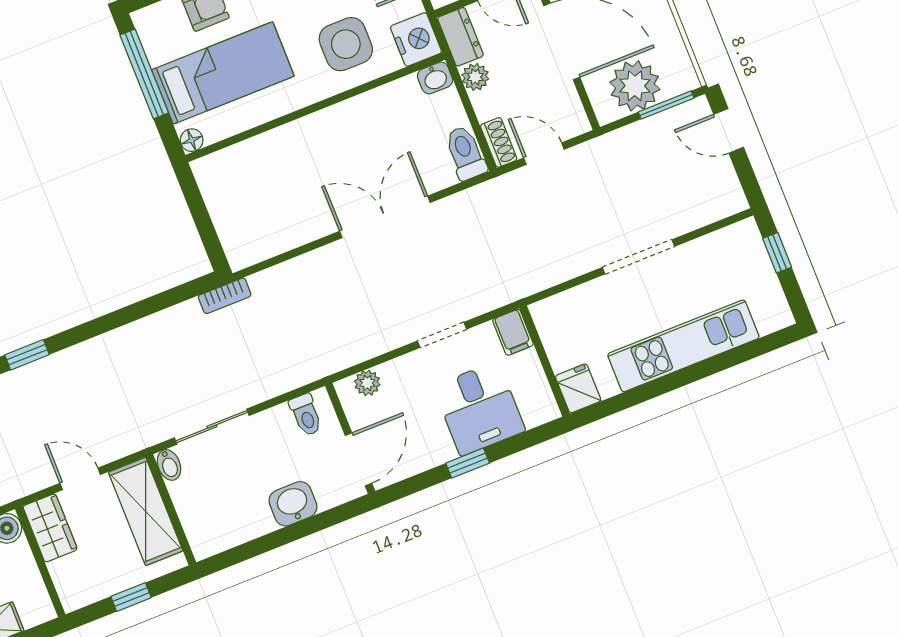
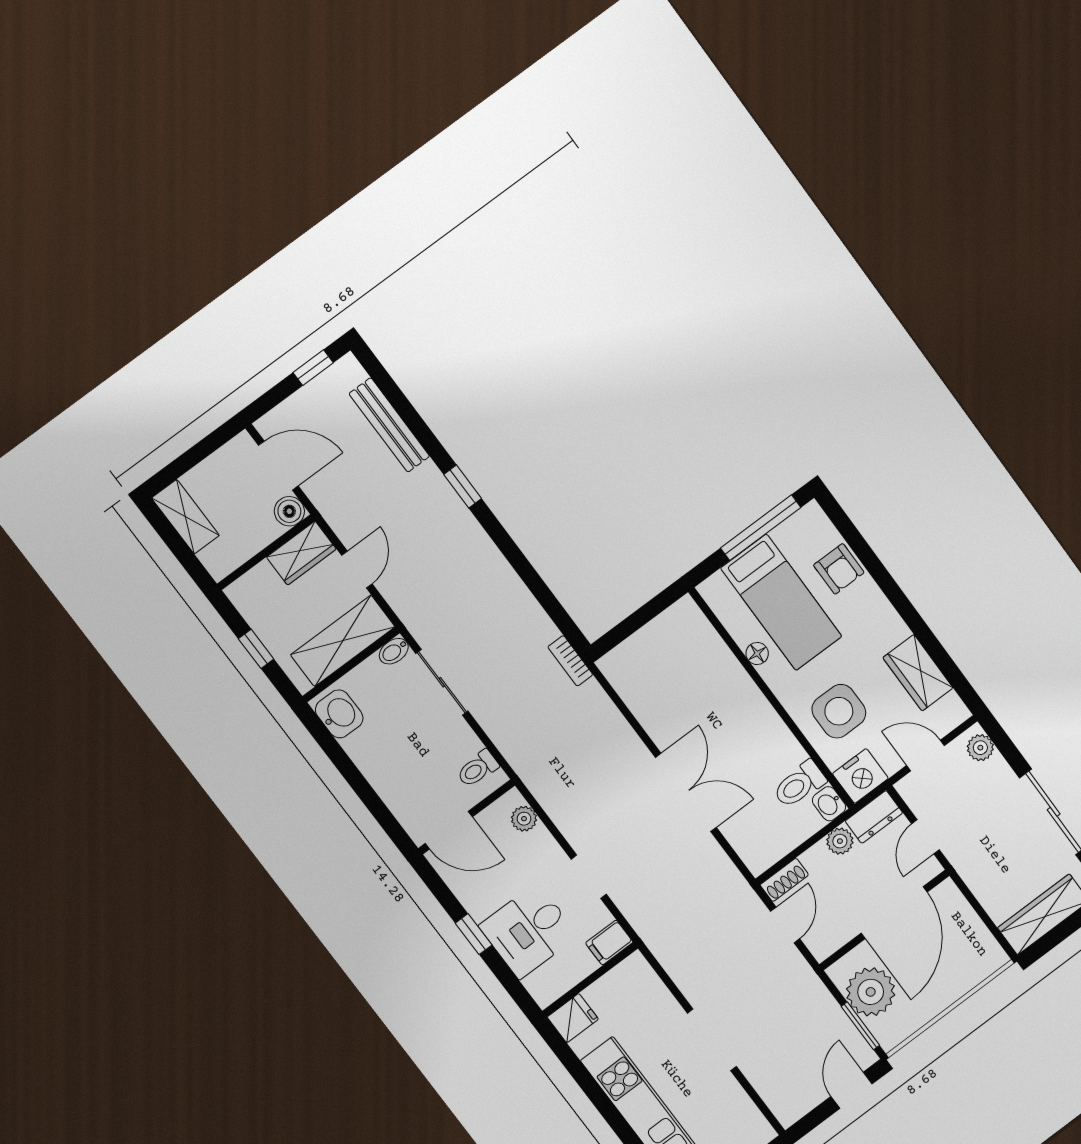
floor lamp: (192, 140) -> (757, 653), moved
toilet: (465, 153) -> (799, 784), moved, turned 180
washbasin: (293, 504) -> (339, 714), moved

